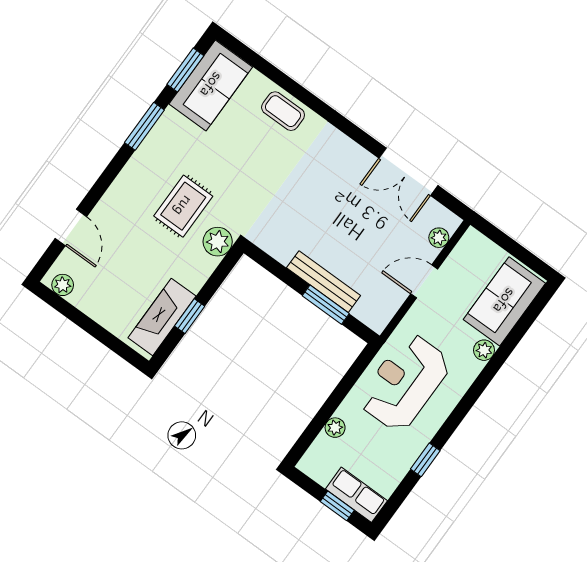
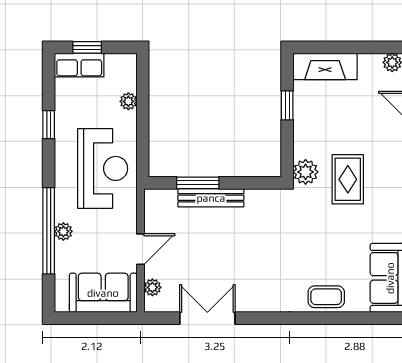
sofa: (504, 301) -> (103, 293), moved, turned -90
fireplace: (162, 317) -> (325, 66), moved, turned 90
window: (497, 361) -> (49, 231), added

